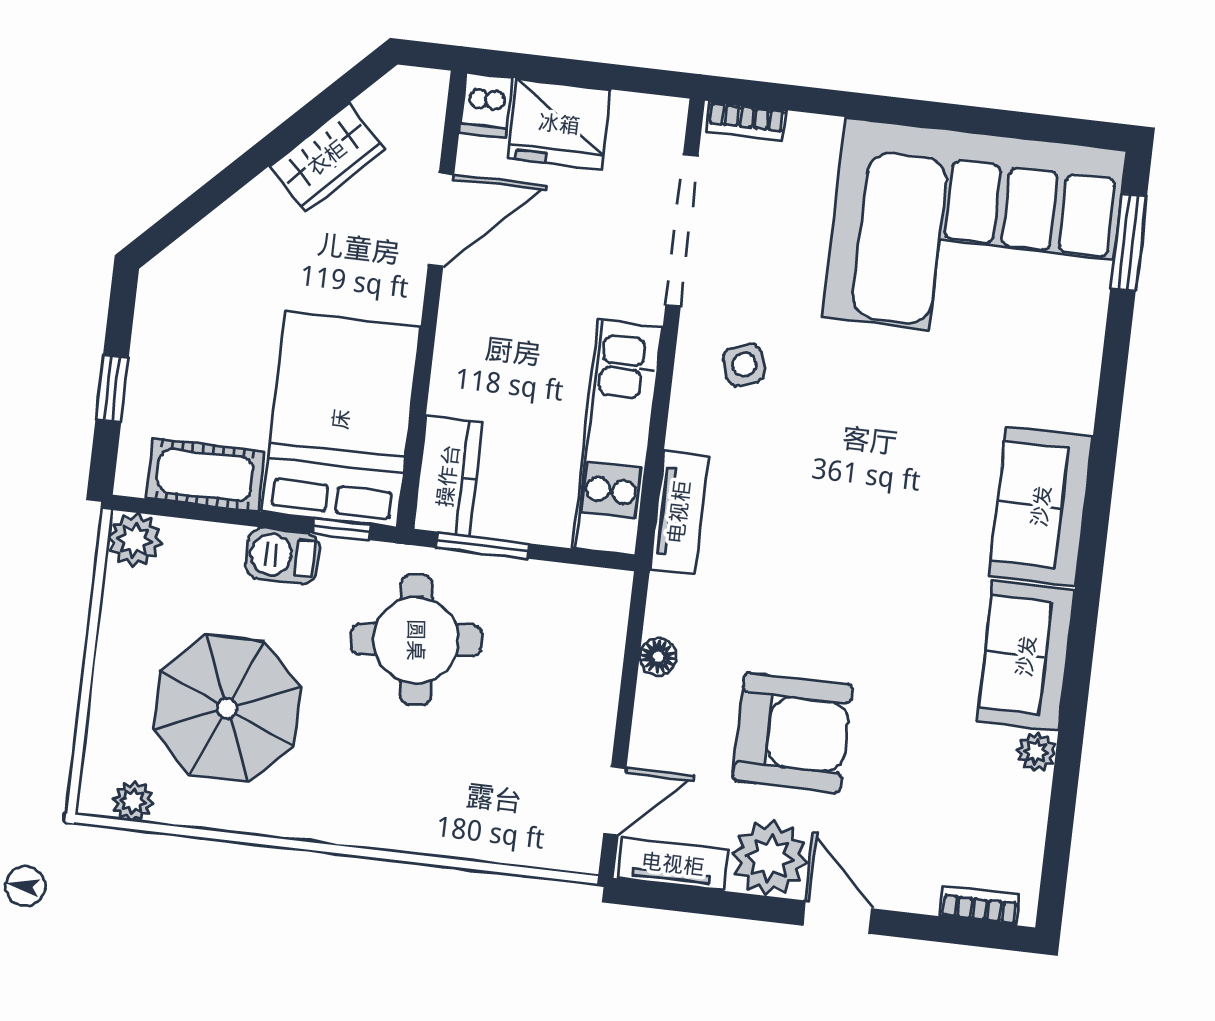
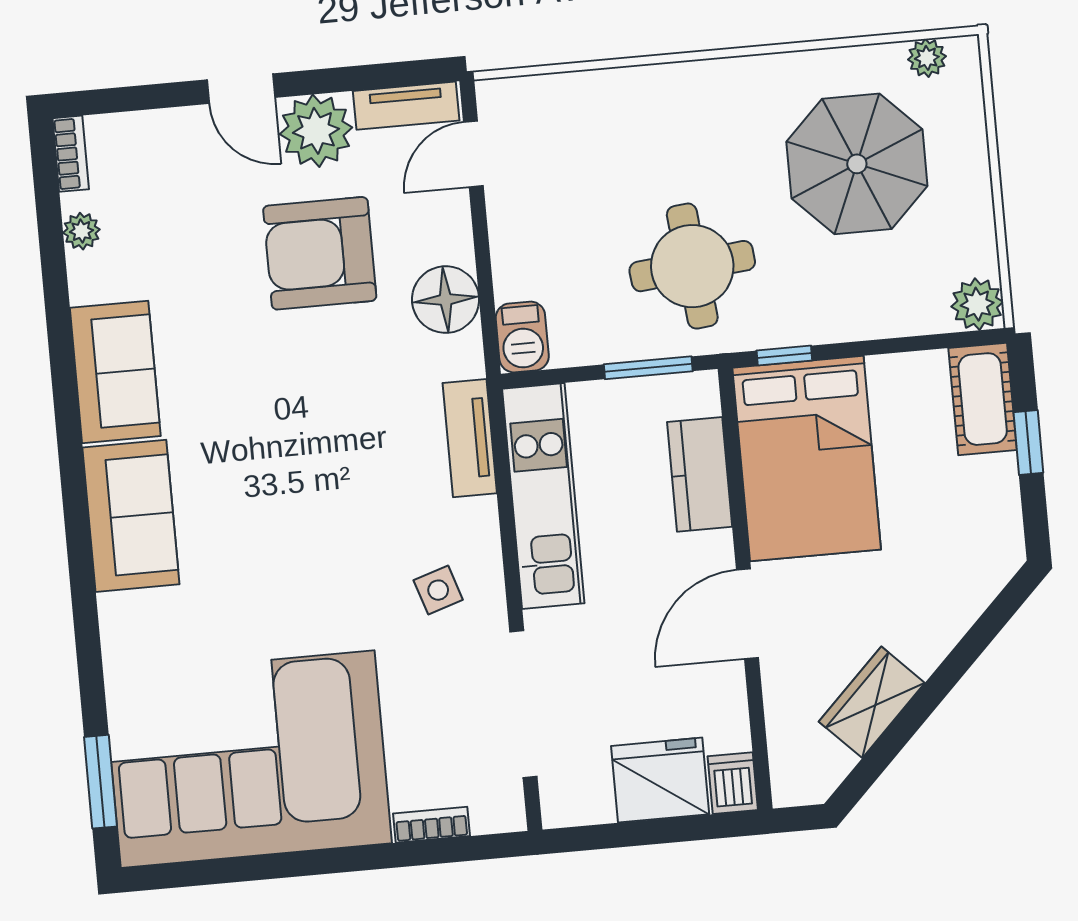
bookcase: (746, 121) -> (431, 825), moved
door: (441, 220) -> (747, 614), moved
cot: (205, 475) -> (983, 399), moved, turned 90
kitchen counter: (448, 476) -> (700, 474), moved
barbecue: (282, 556) -> (522, 337), moved, turned 90
floor lamp: (658, 657) -> (446, 300), width x1.89, depth x1.89
plant: (1036, 752) -> (81, 231), moved
bookcase: (980, 905) -> (71, 154), moved, turned -90

